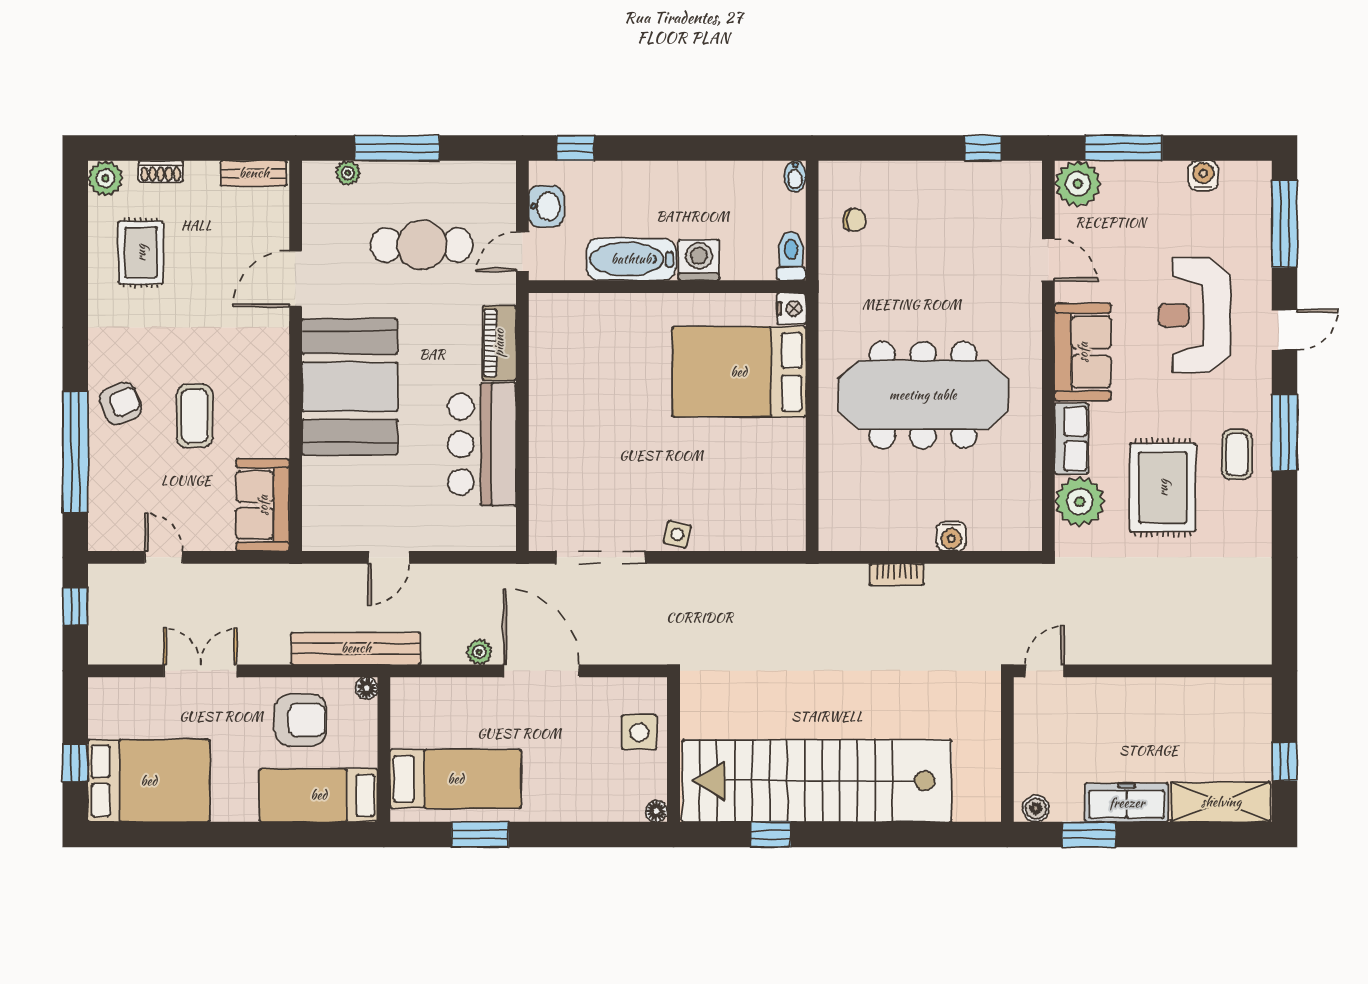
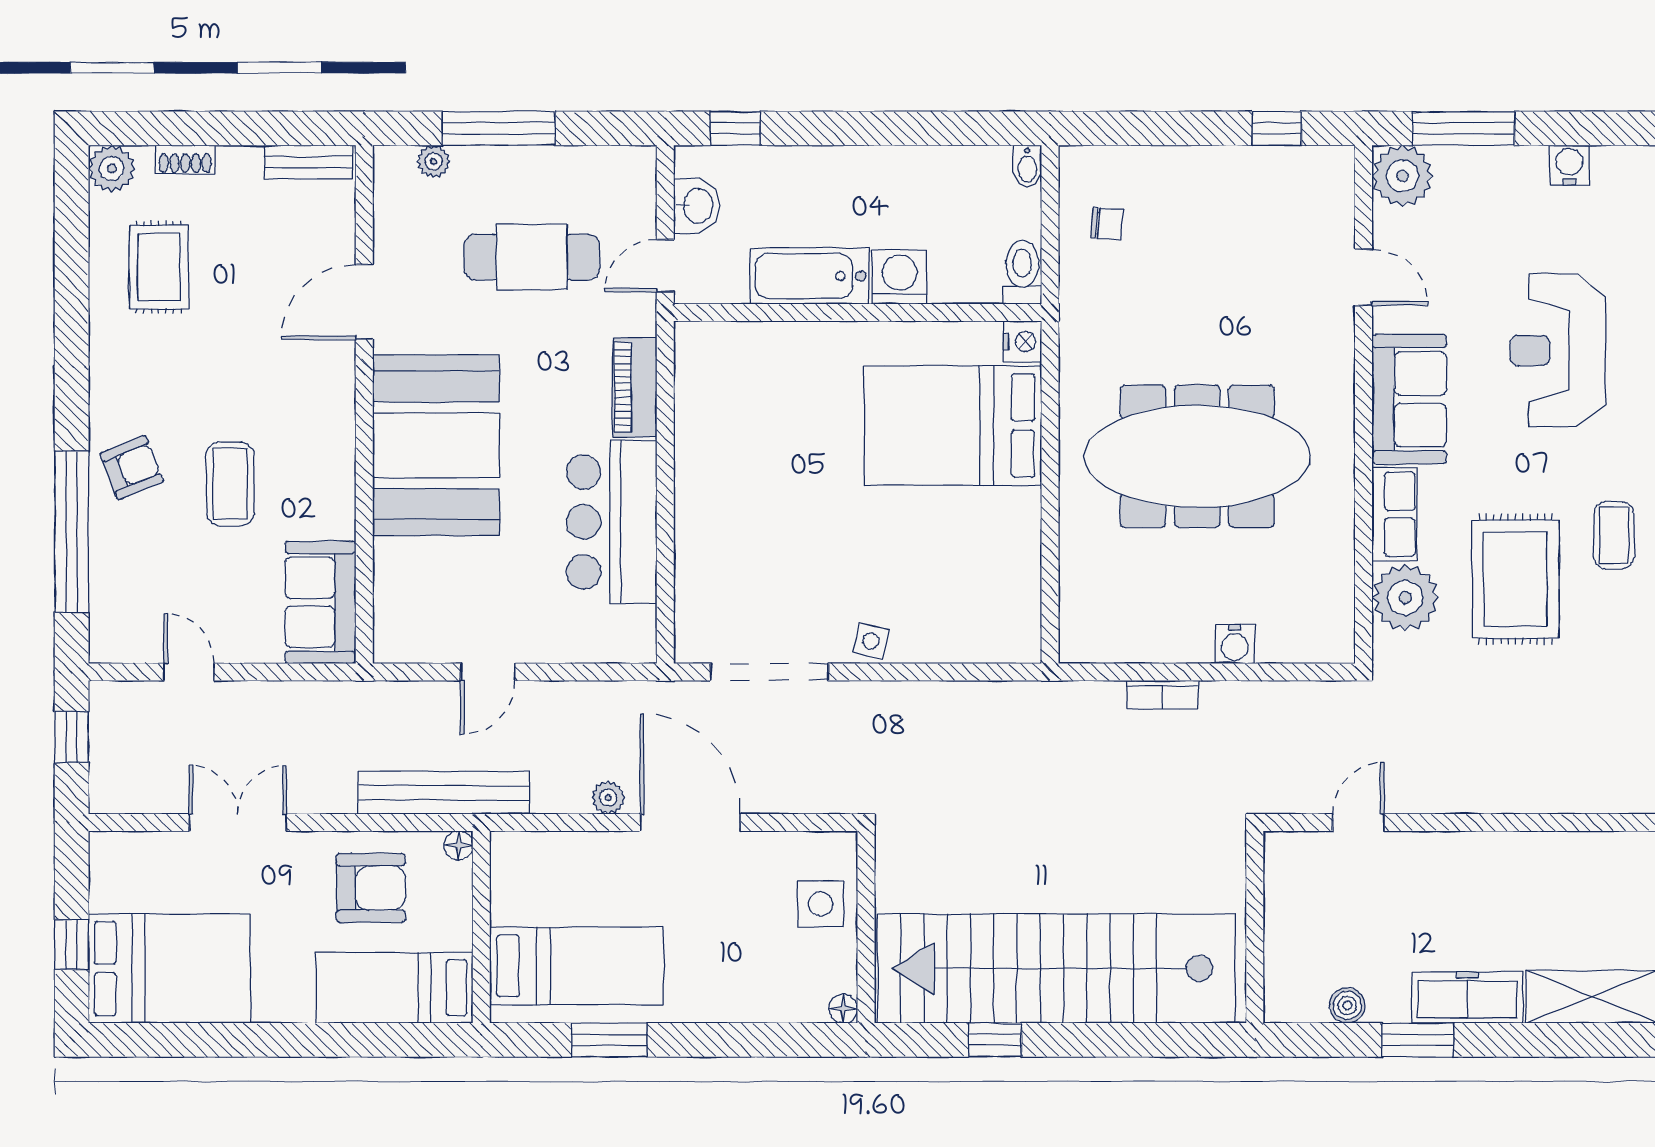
wall: (1007, 750) -> (1255, 927), moved

